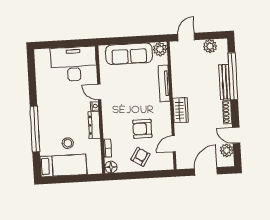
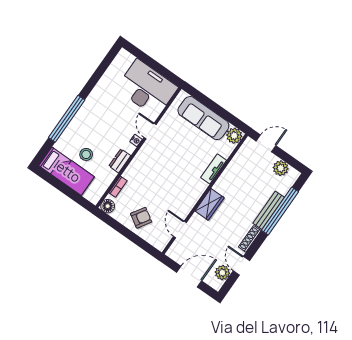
tv unit: (164, 83) -> (214, 169), width x0.71
dresser: (94, 125) -> (120, 161), width x0.70
armchair: (142, 129) -> (162, 194), removed
door: (174, 144) -> (180, 229), hinge flipped

